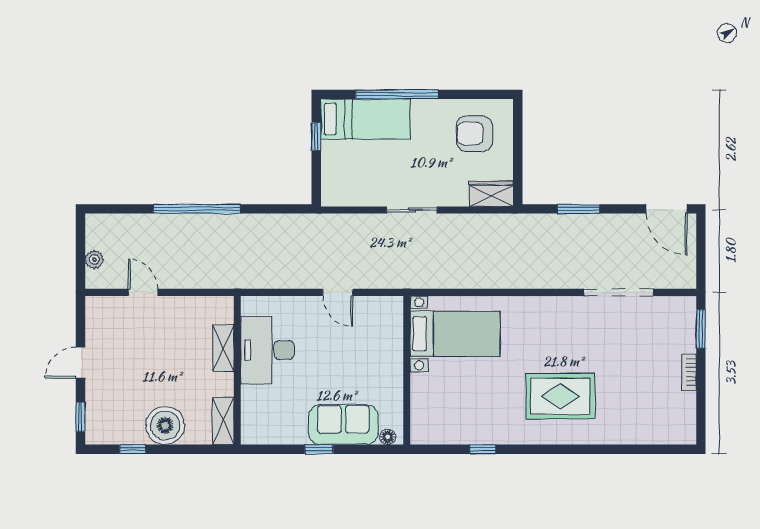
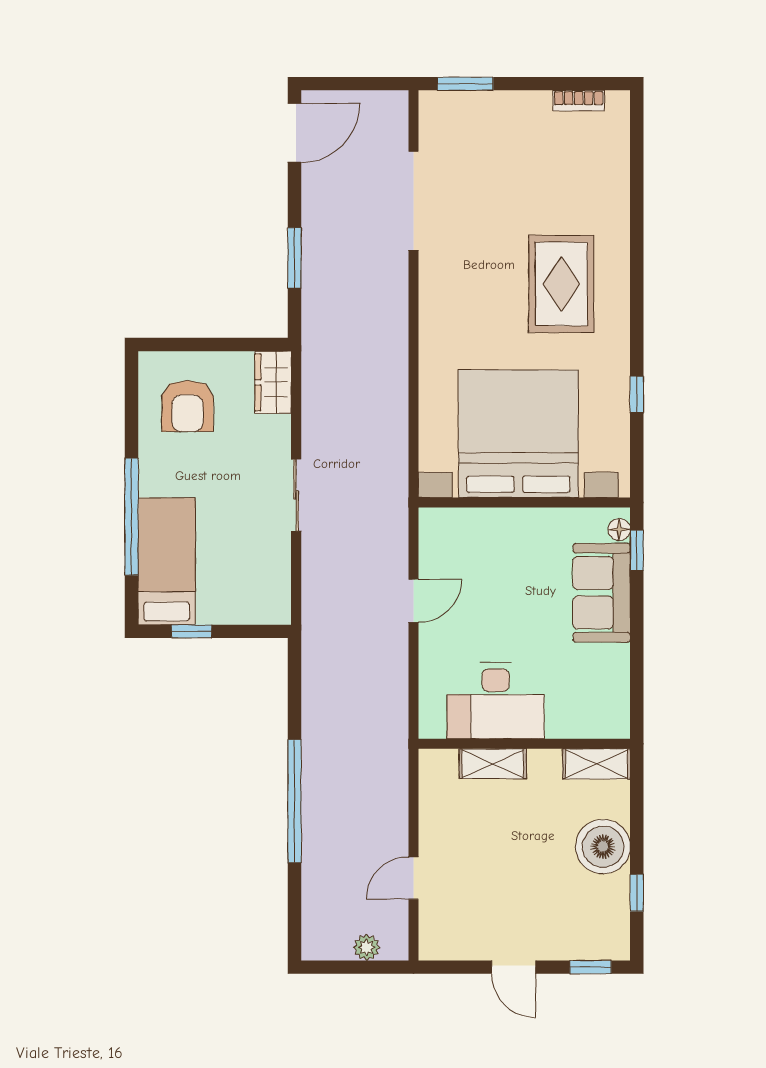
bed with nightstands: (455, 334) -> (518, 434), width x1.85
bookcase: (689, 372) -> (579, 101), moved
window: (319, 449) -> (637, 550), moved

